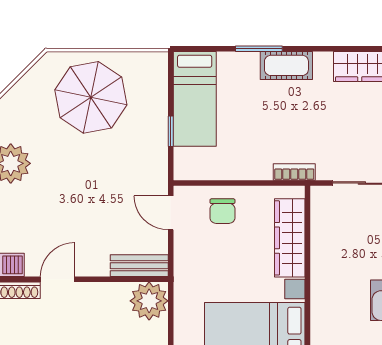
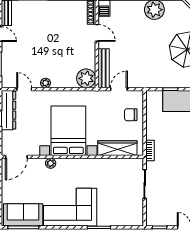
door: (171, 213) -> (119, 89), moved
bench: (139, 266) -> (104, 68), width x1.36

